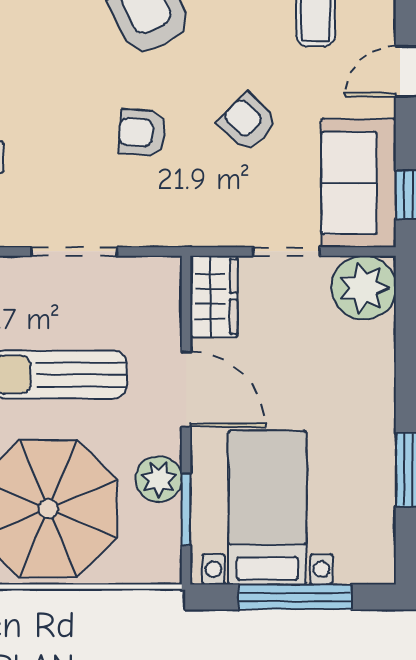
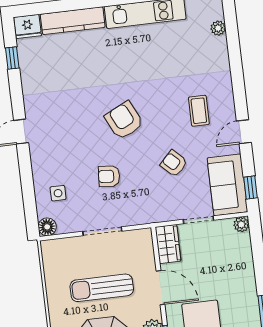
armchair: (142, 133) -> (109, 176), moved
plant: (364, 288) -> (241, 224), width x0.53, depth x0.53

